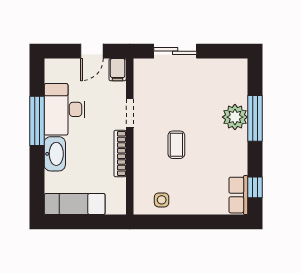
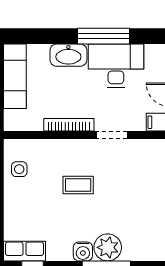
water cooler: (239, 140) -> (83, 251), added

